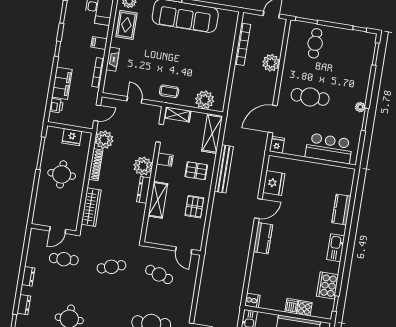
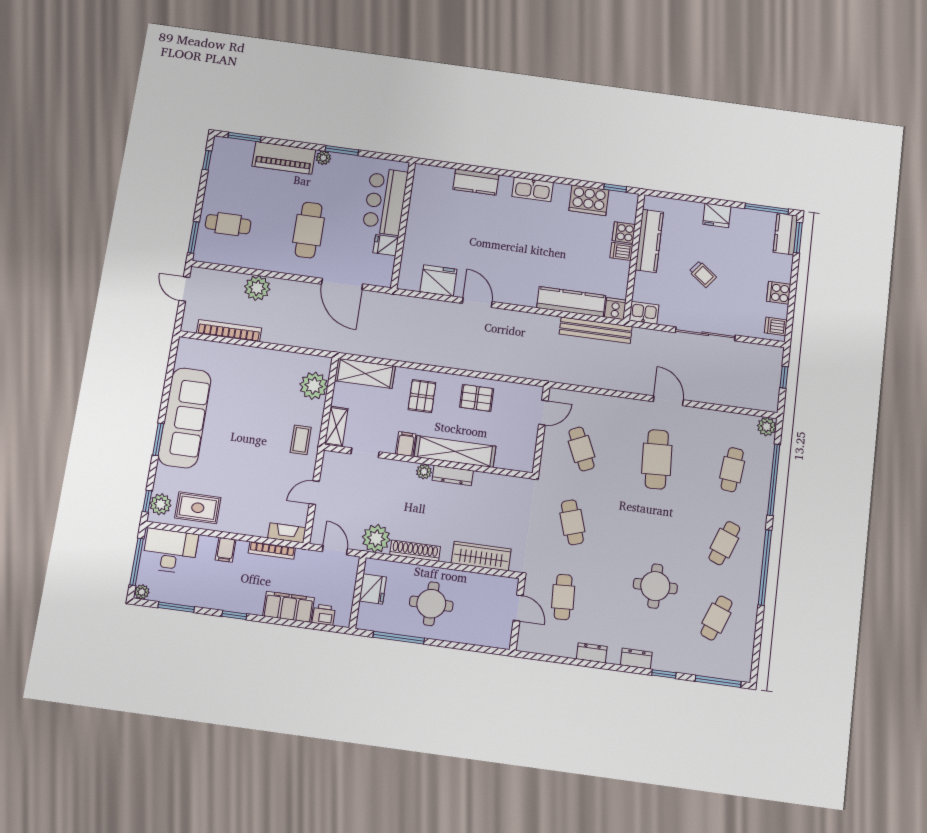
fireplace: (113, 59) -> (287, 533), moved
piano: (361, 80) -> (284, 158), added
fridge: (277, 145) -> (386, 245), moved
plant: (143, 166) -> (424, 472), width x0.53, depth x0.53
bench: (224, 169) -> (596, 330), moved
shelving: (158, 200) -> (455, 451), width x1.47
kitchen counter: (263, 238) -> (571, 302), moved, width x1.50
cafe table: (159, 274) -> (581, 449), turned -42

